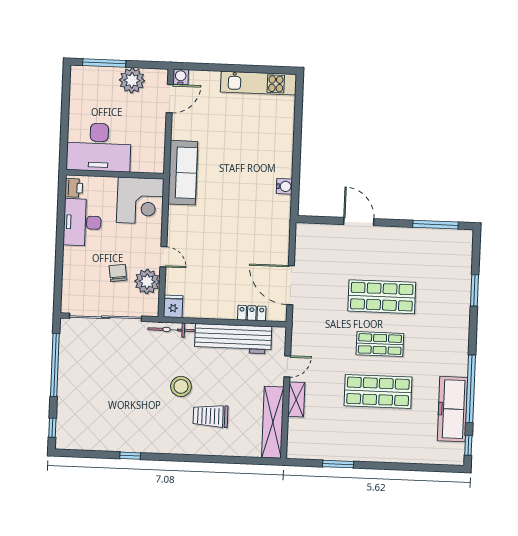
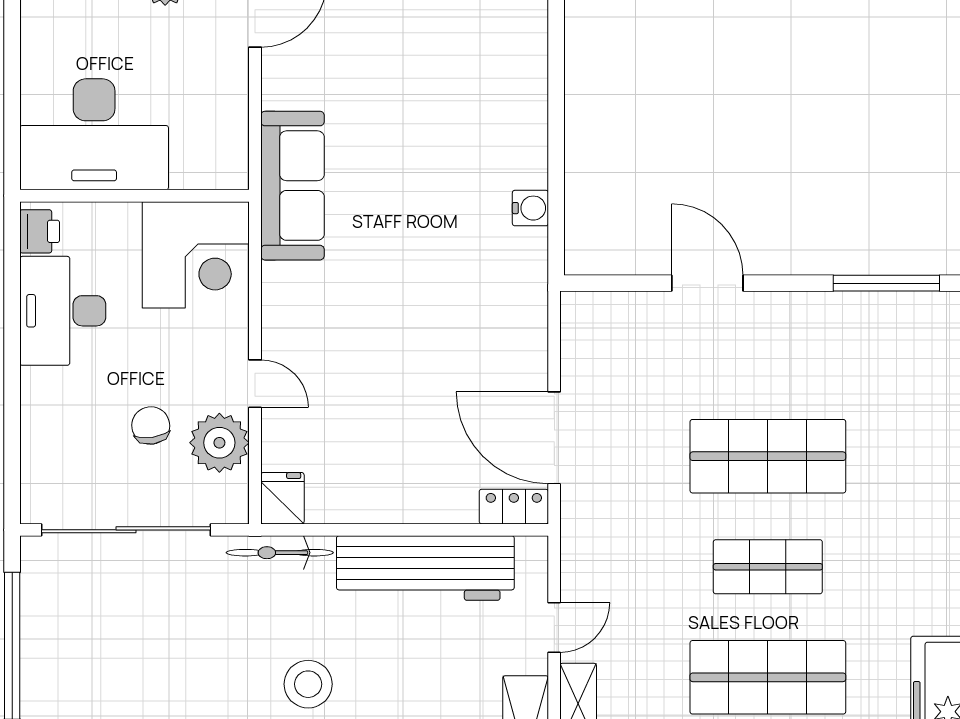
locker: (252, 313) -> (514, 507), moved

